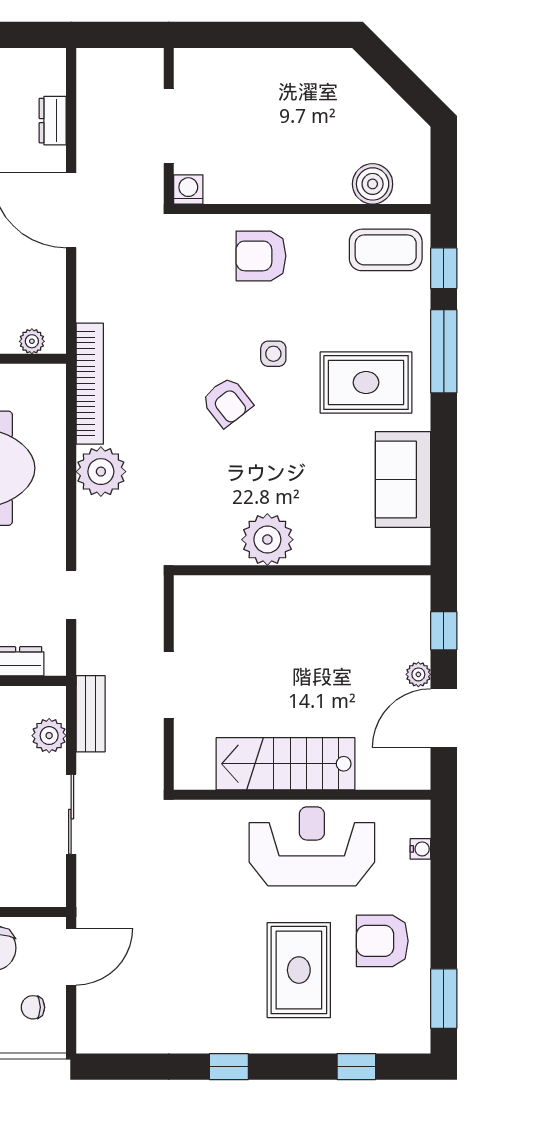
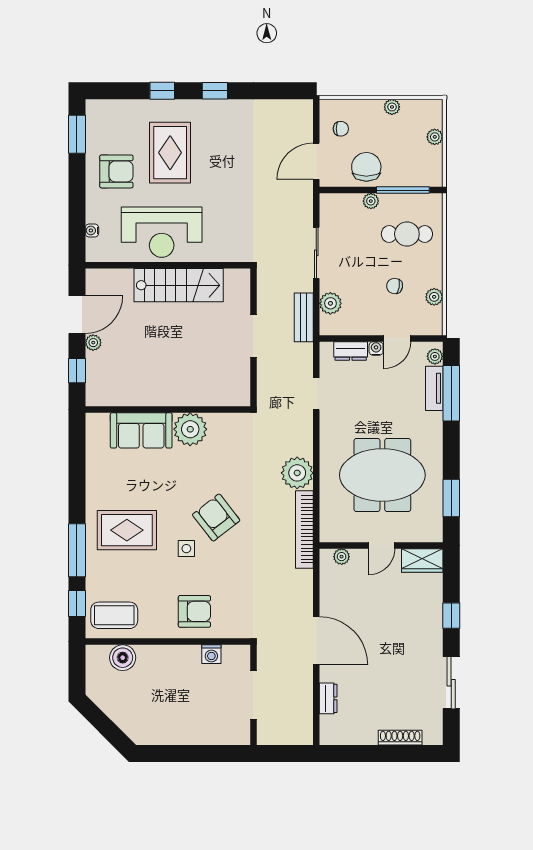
washing machine: (188, 189) -> (211, 654), moved
armchair: (227, 402) -> (216, 518), width x1.38, depth x1.38
sofa: (403, 479) -> (141, 430), moved, turned 90
window: (356, 1067) -> (162, 91), moved

